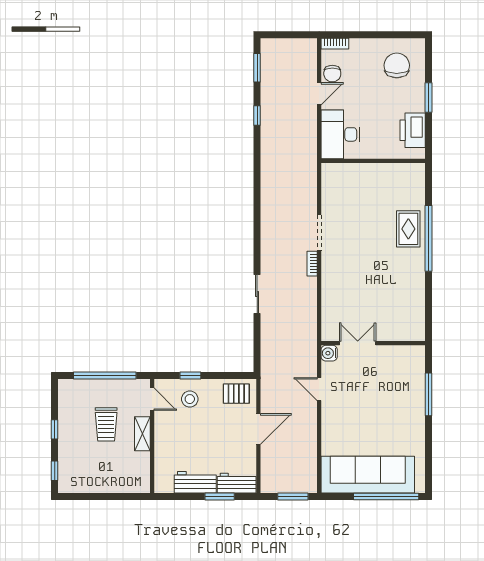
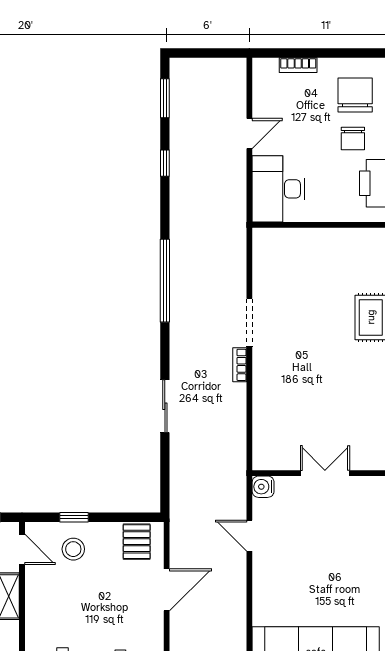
bookcase: (335, 44) -> (298, 65), moved
chair: (332, 74) -> (353, 139), moved
window: (257, 202) -> (165, 281), added
double door: (358, 343) -> (325, 473), moved
pallet: (236, 394) -> (137, 542), turned 90

